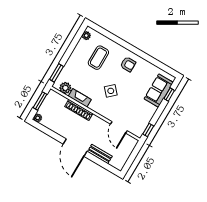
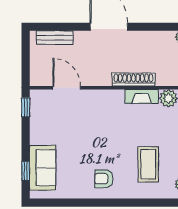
side table: (111, 91) -> (106, 130), removed
bench: (100, 154) -> (55, 38), moved

